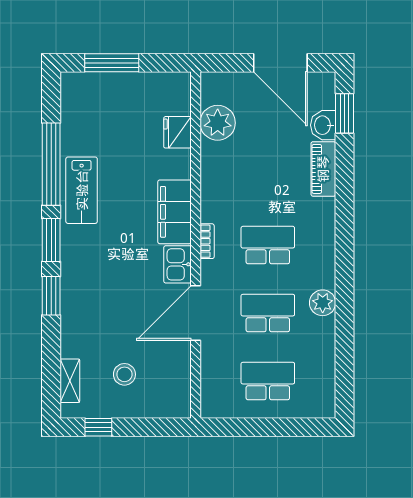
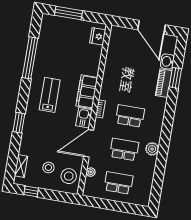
window: (344, 113) -> (175, 78), moved
plant: (218, 123) -> (91, 172), moved, width x0.53, depth x0.53
fridge: (177, 132) -> (98, 36), moved
lab bench: (82, 190) -> (50, 95), moved, turned 180
window: (51, 240) -> (24, 95), removed
stool: (167, 384) -> (69, 176), added

